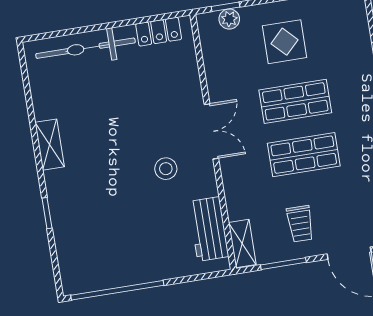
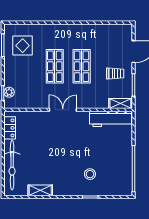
display table: (284, 42) -> (23, 46), moved
shelving: (50, 145) -> (40, 190), moved
stool: (166, 169) -> (90, 174), moved
workbench: (209, 229) -> (111, 119), width x1.38

